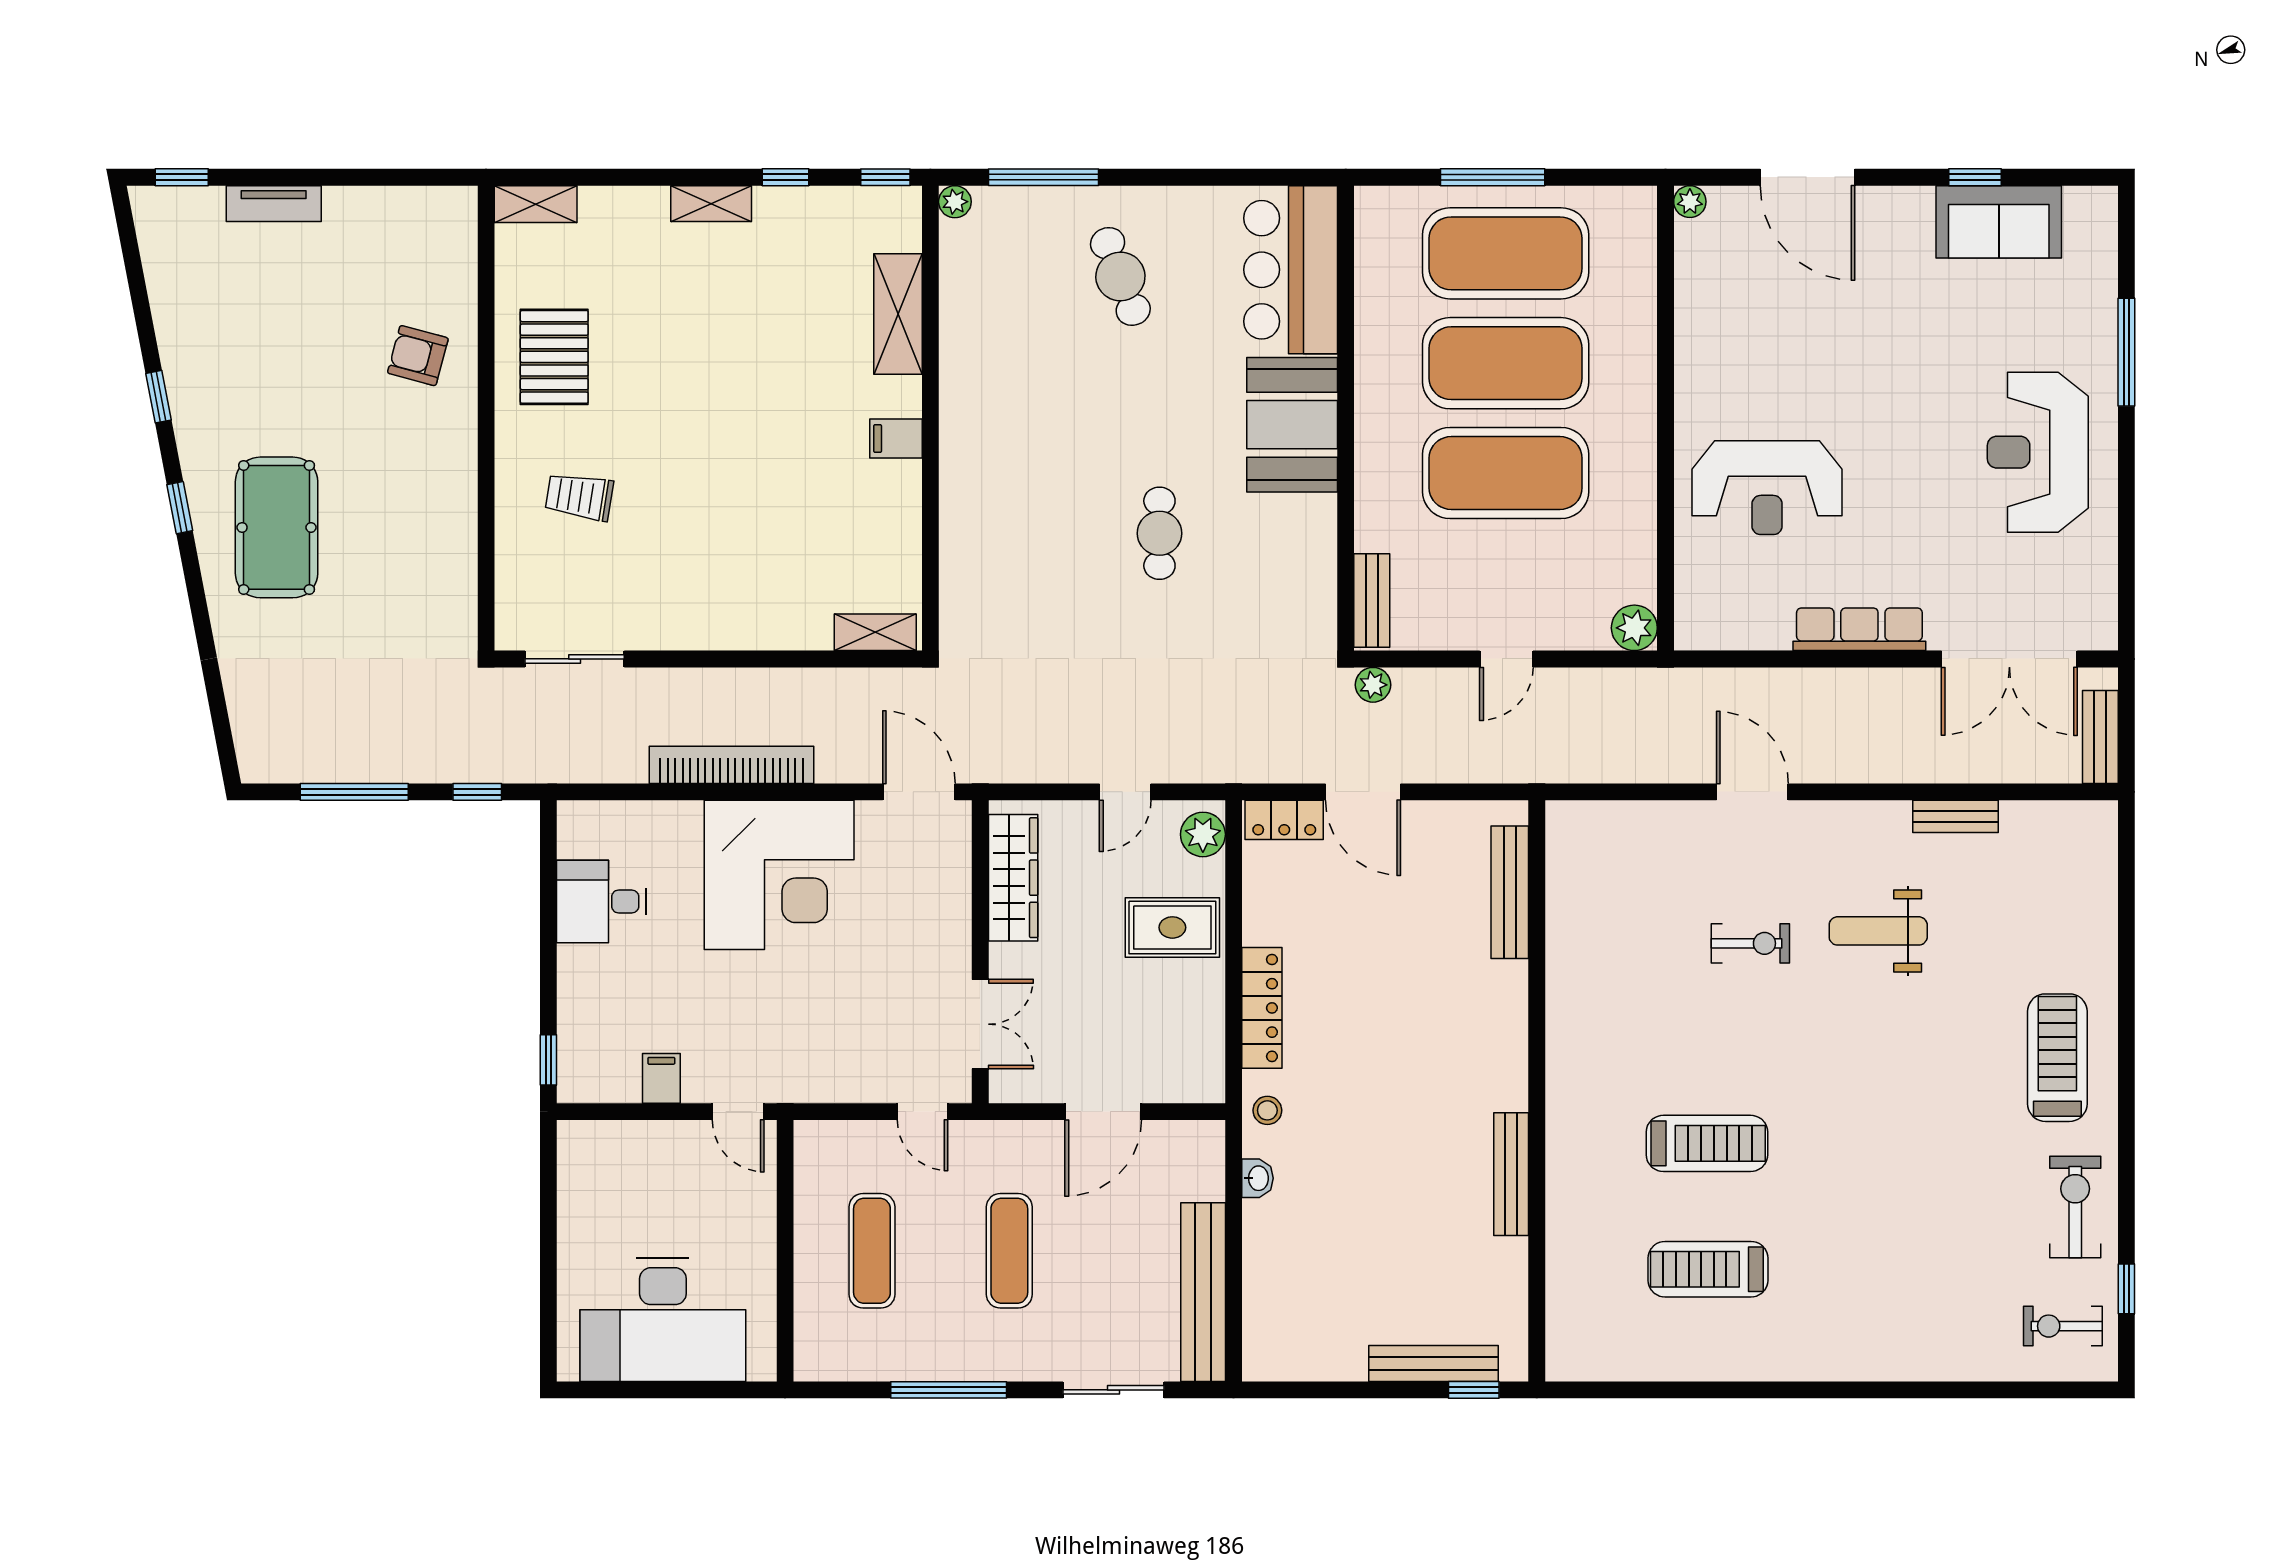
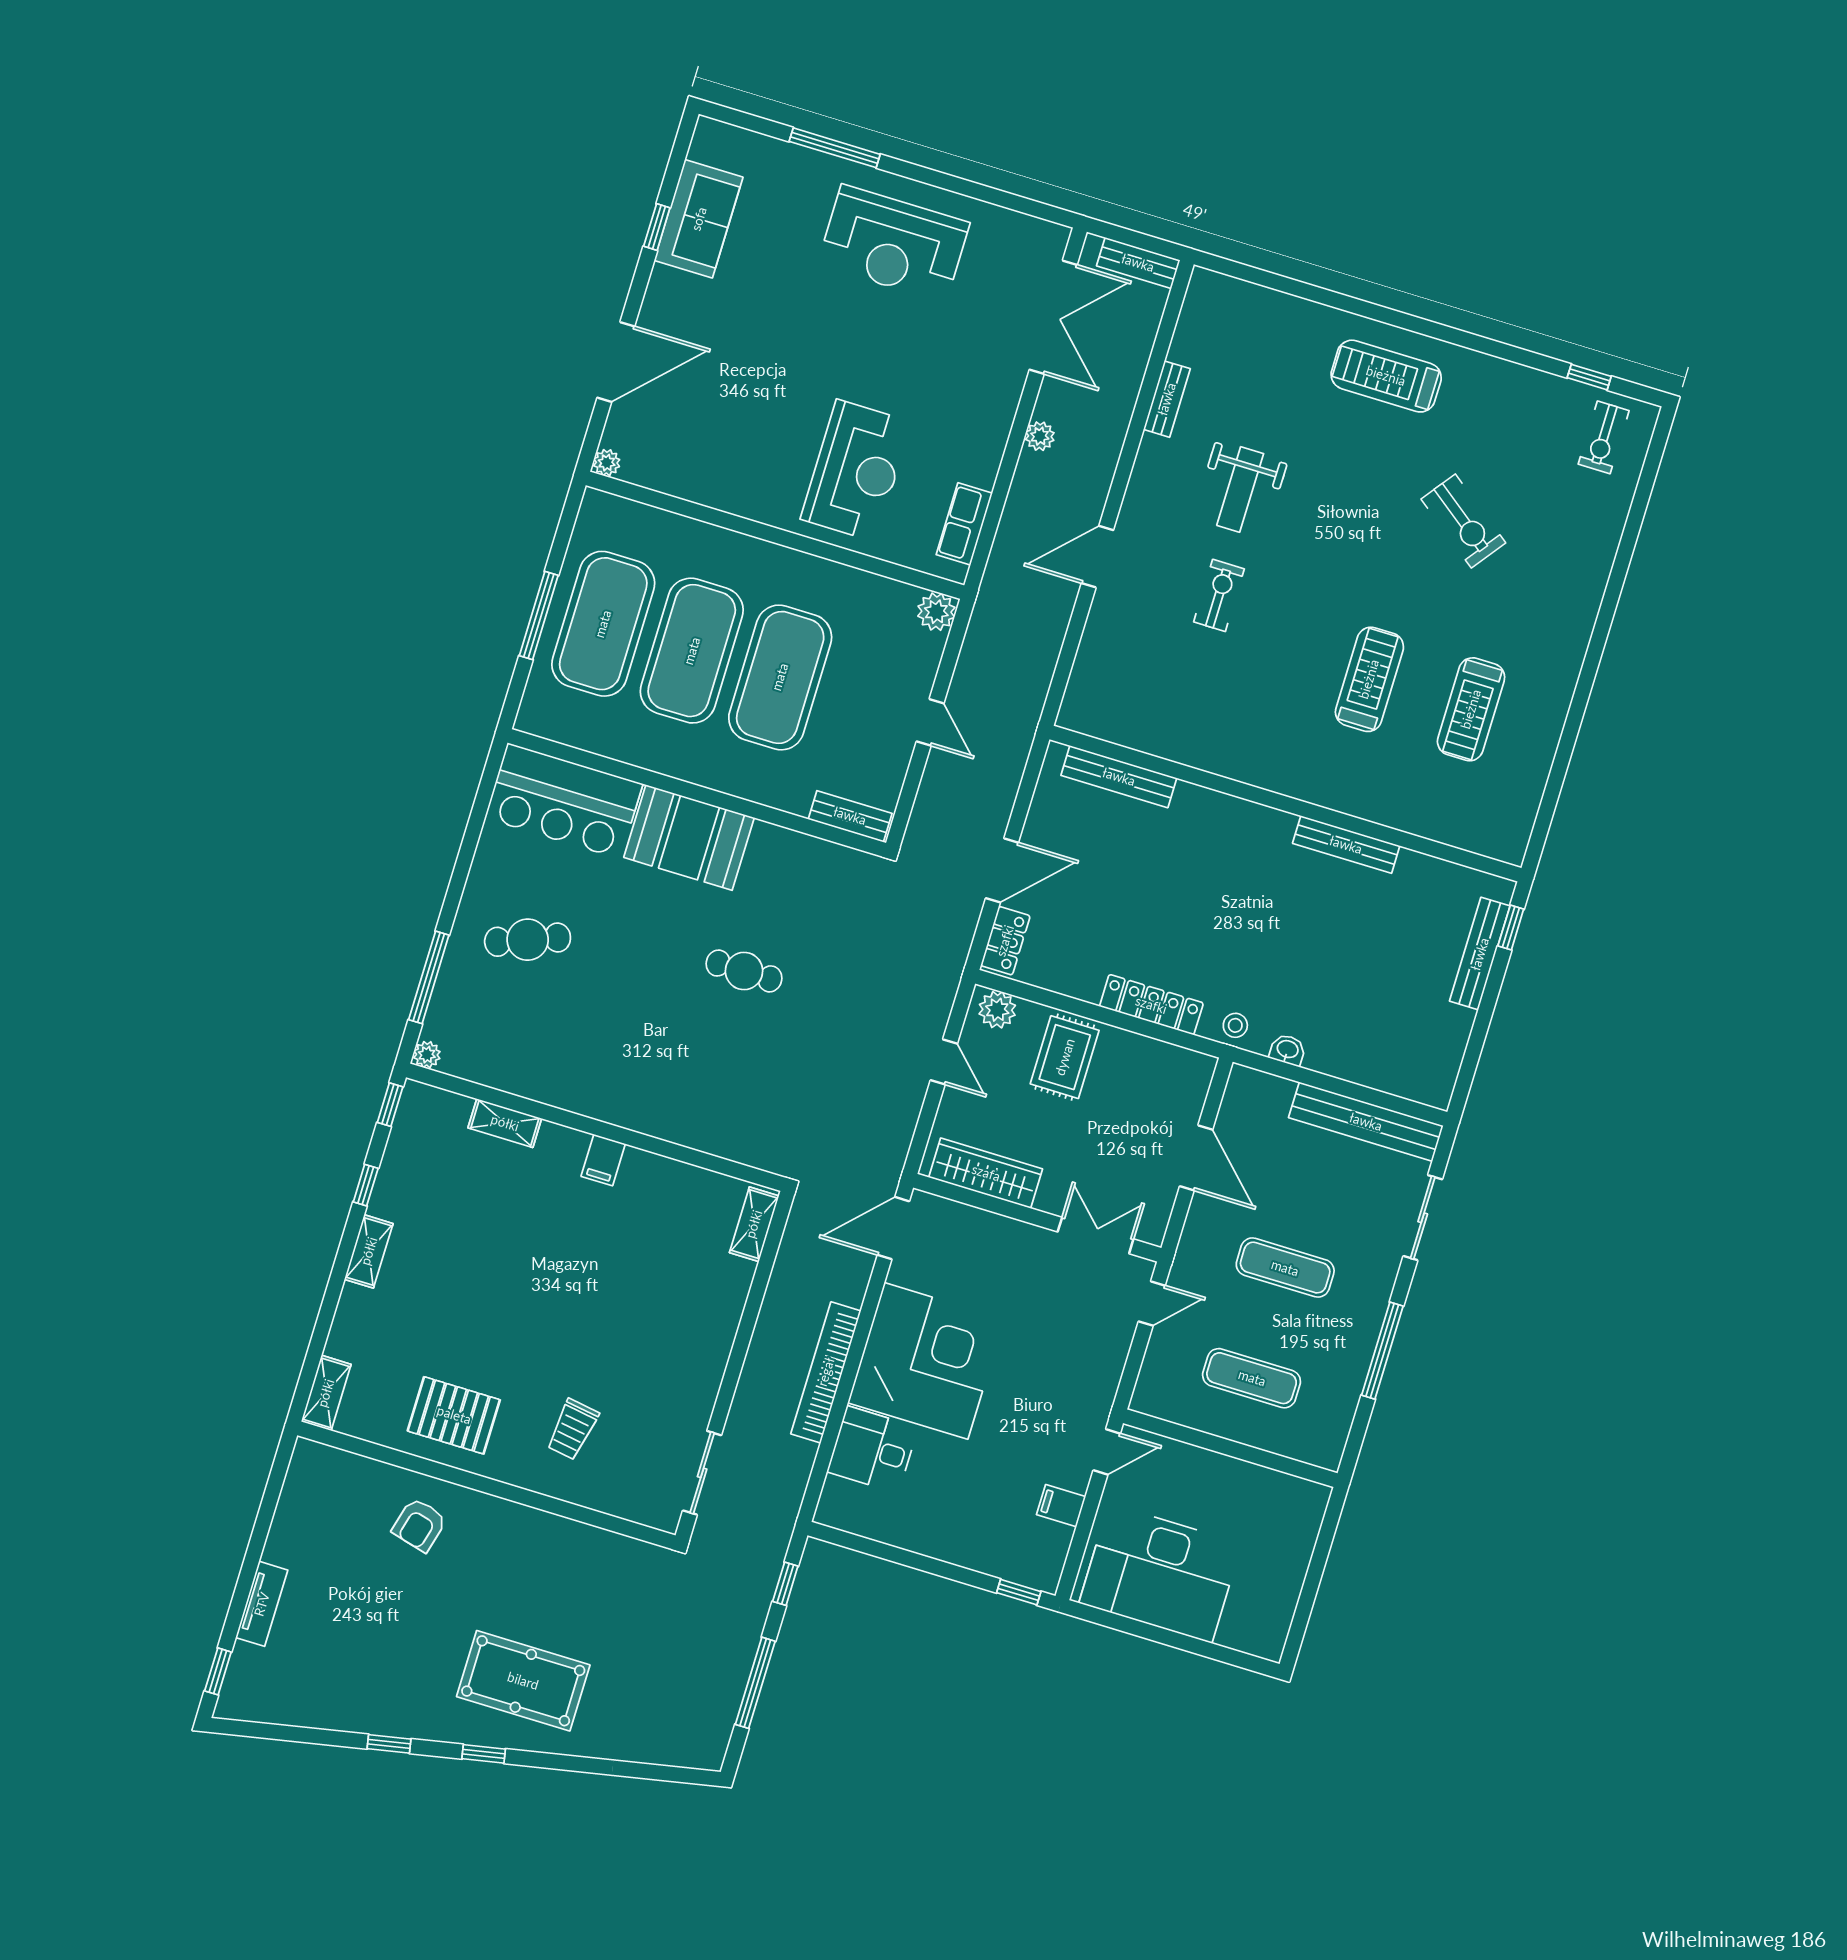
shelving: (898, 314) -> (505, 1123), width x0.67, depth x0.75
row of seats: (1859, 629) -> (964, 524), moved, width x0.68
plant: (1373, 685) -> (1040, 436), moved
desk: (601, 901) -> (873, 1450), moved, turned 90
exercise bike: (2075, 1207) -> (1463, 521), moved, turned -143
desk: (663, 1320) -> (1160, 1573), moved, turned 90

